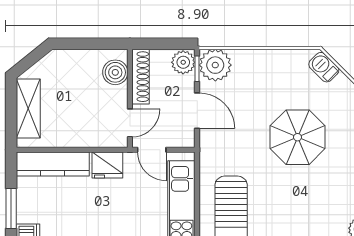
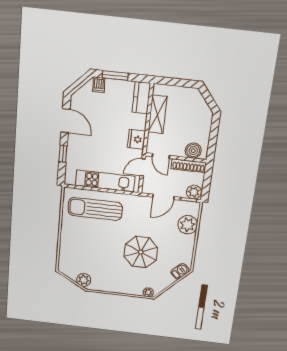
plant: (215, 65) -> (188, 225), moved
shelving: (28, 108) -> (158, 114), moved, turned 90
kitchen counter: (53, 164) -> (141, 98), width x0.67

